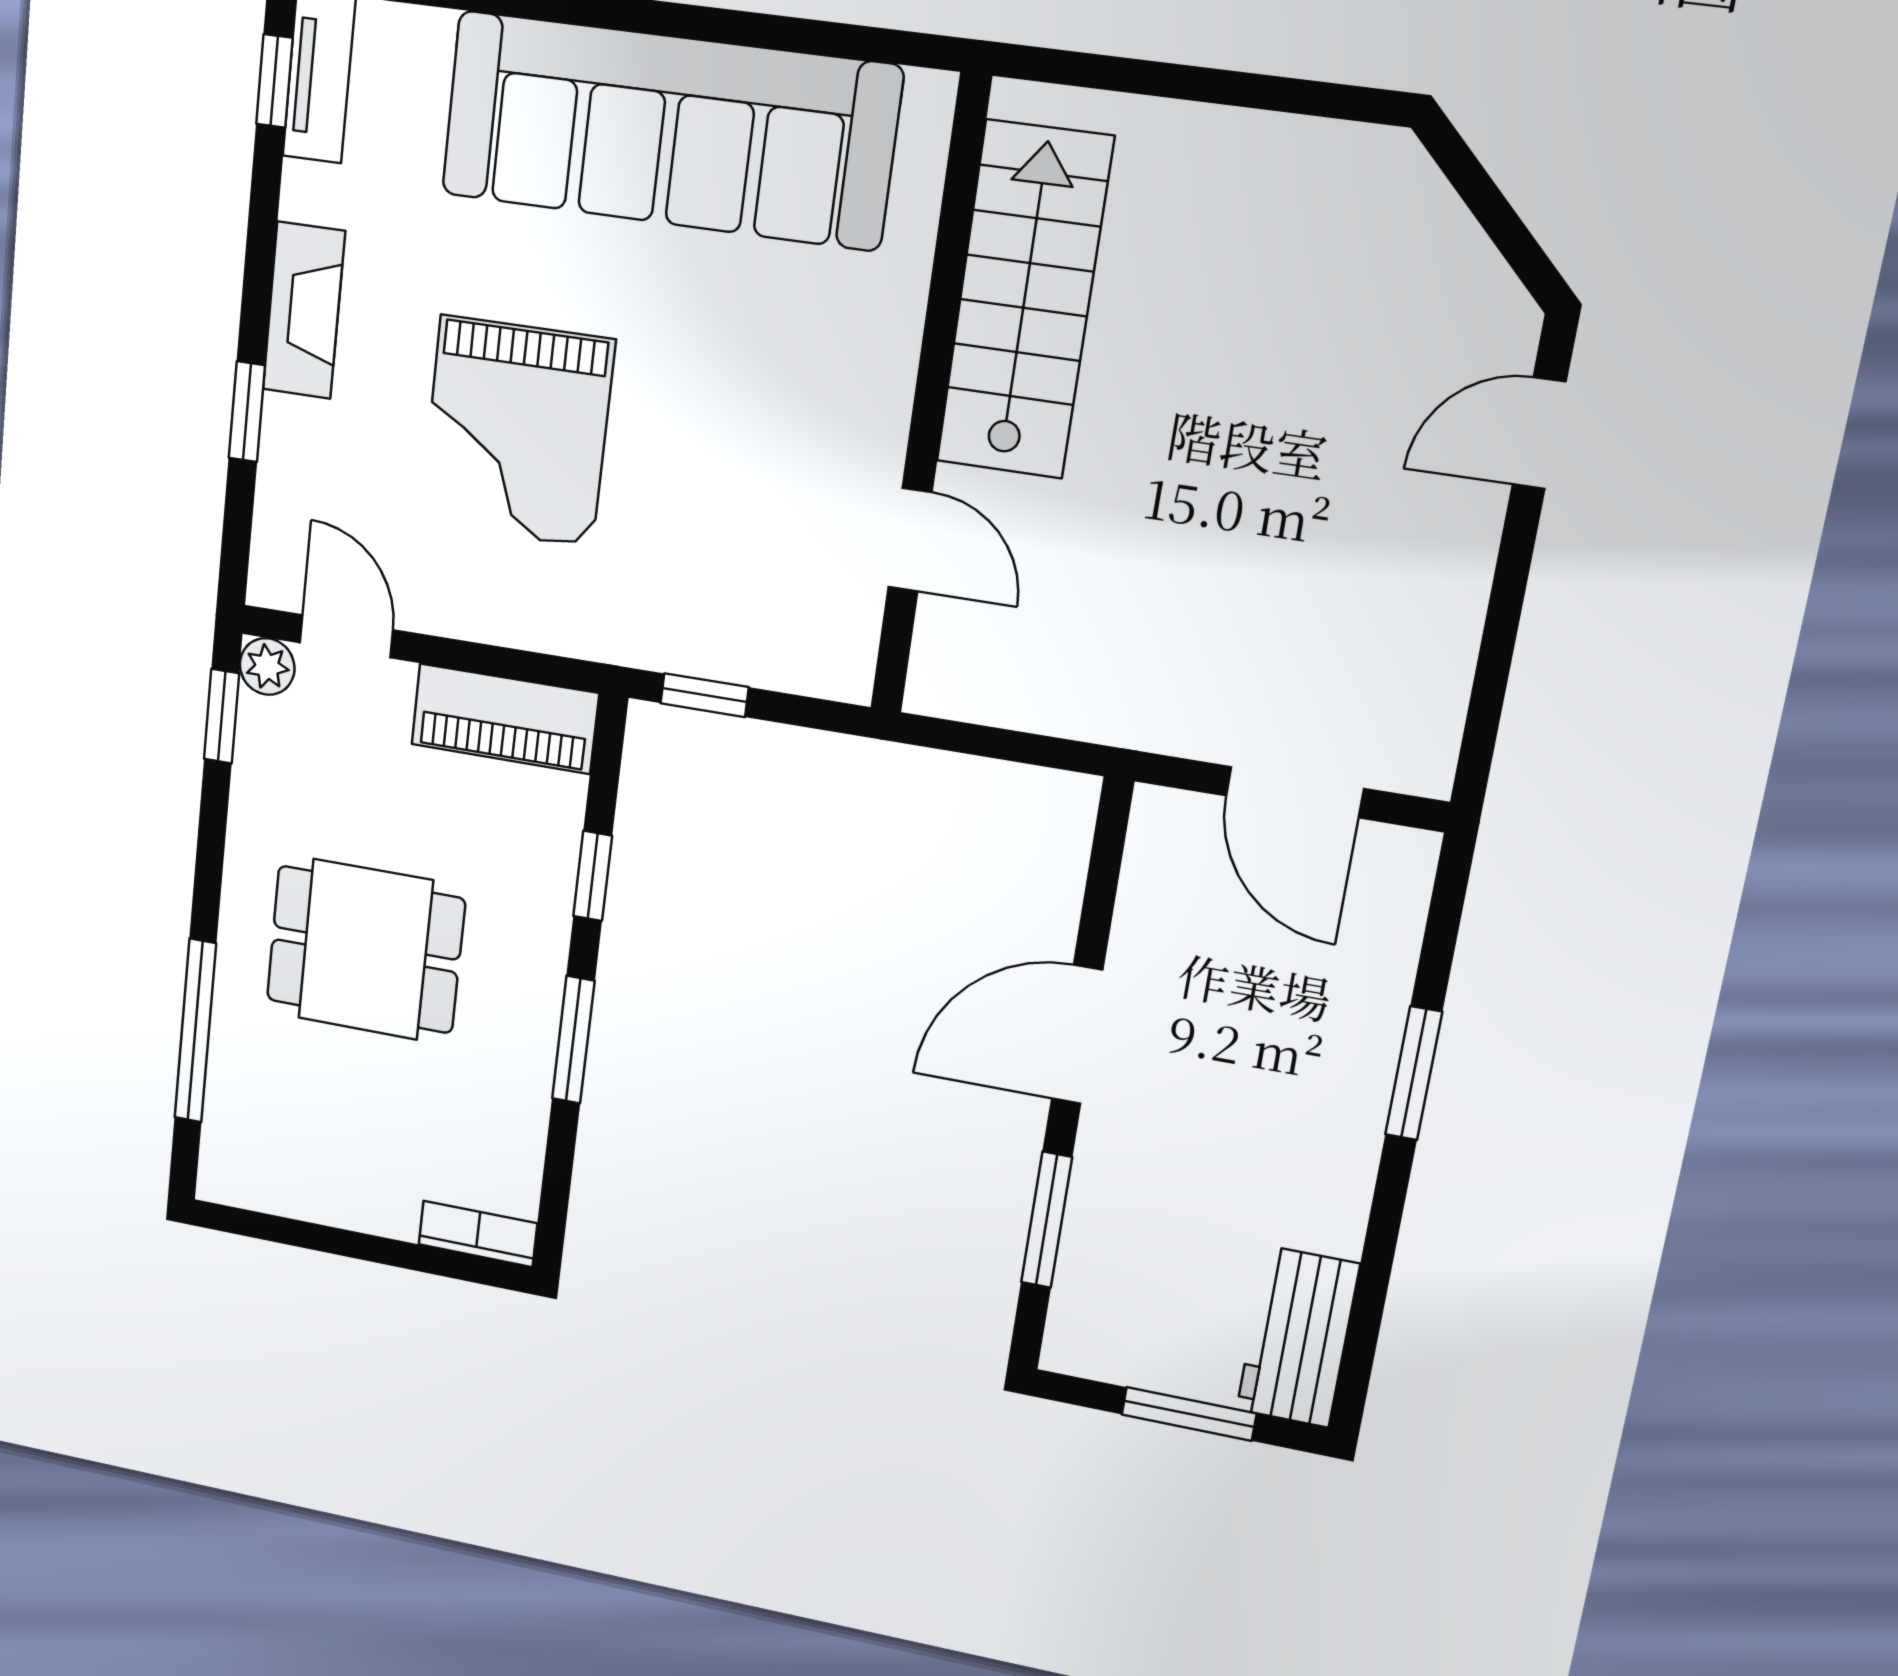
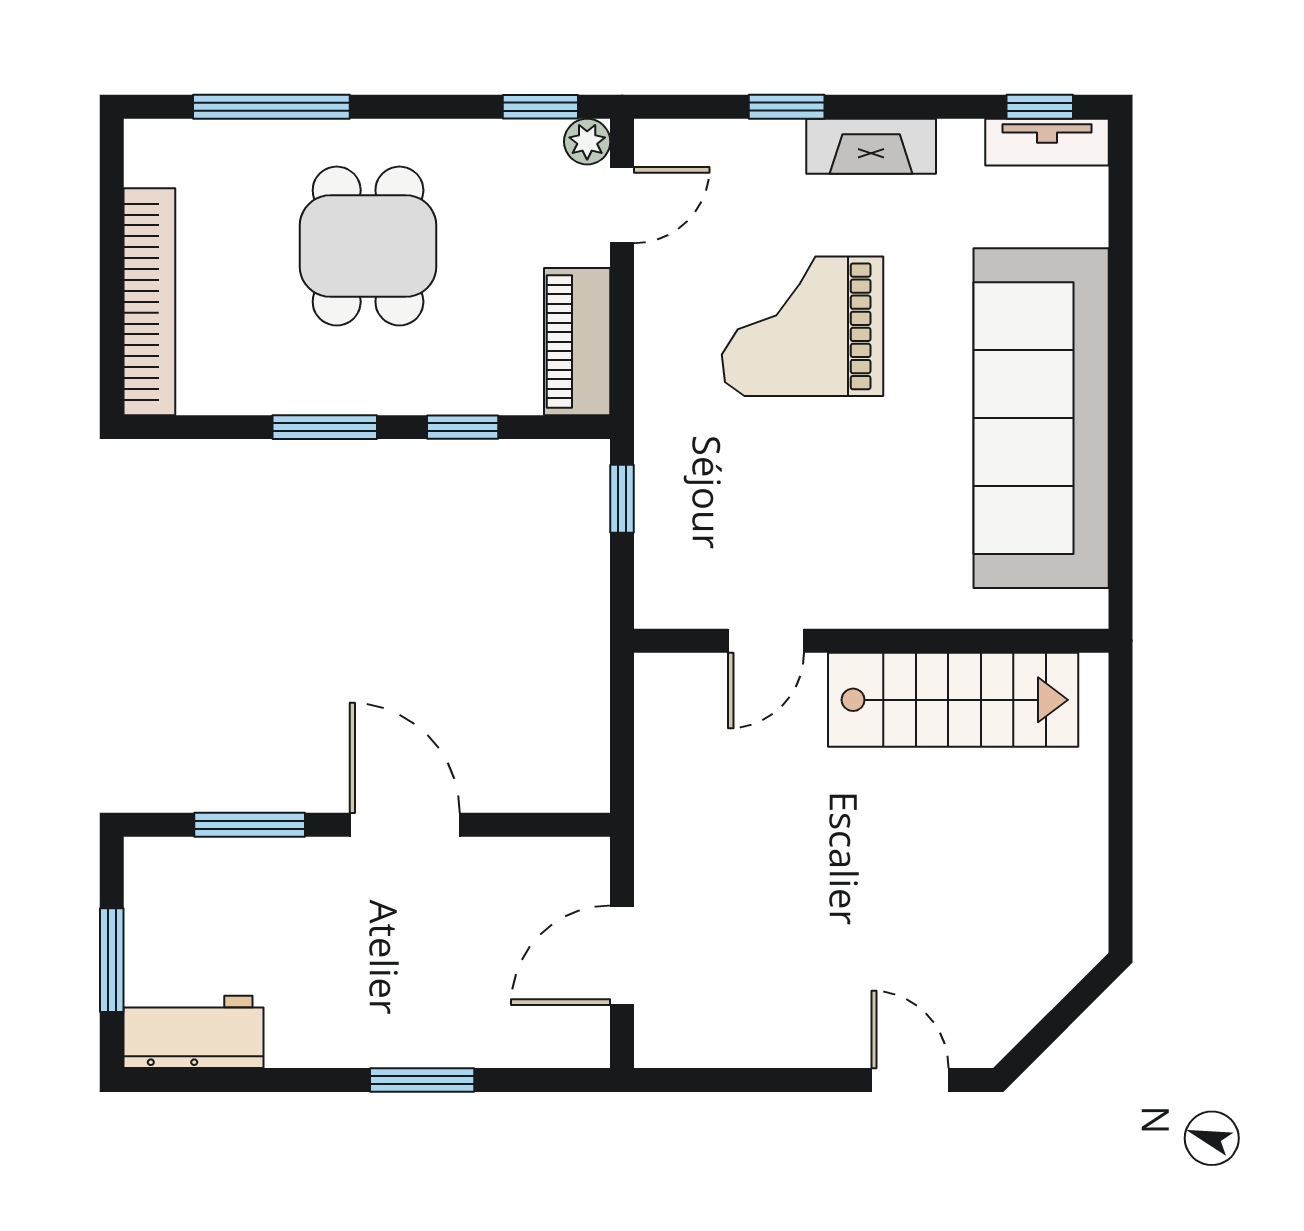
bookcase: (478, 1234) -> (149, 302), width x2.31, depth x1.31

